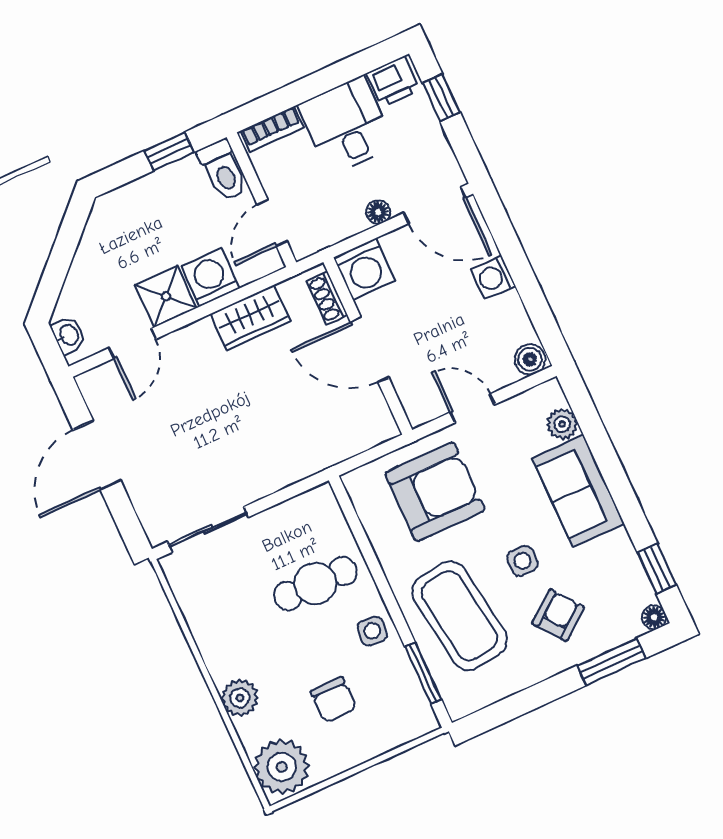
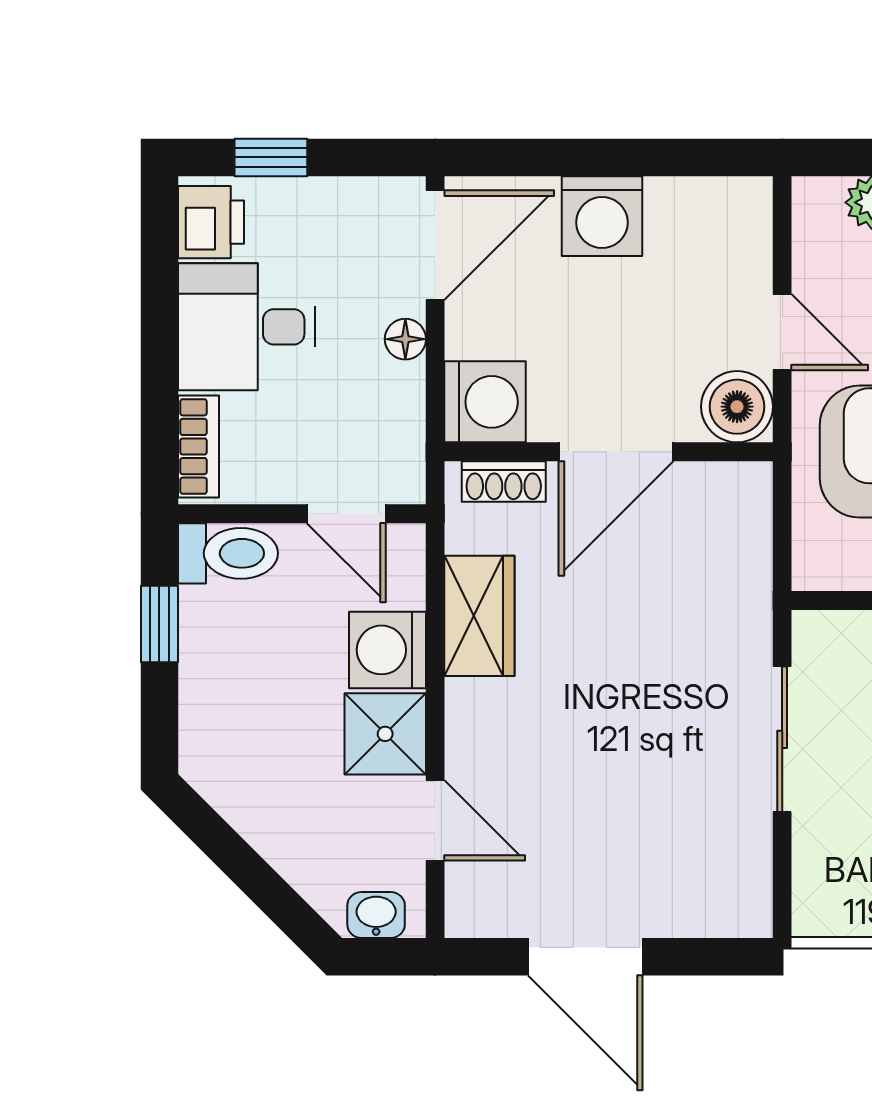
washing machine: (493, 277) -> (602, 216), width x1.38, depth x1.38
boiler: (530, 359) -> (737, 407), moved, width x1.36, depth x1.36
door: (472, 408) -> (782, 332), swing flipped
sliding door: (208, 529) -> (782, 739), moved

